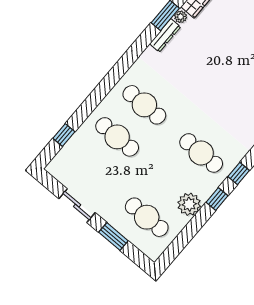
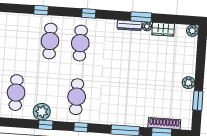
window: (118, 71) -> (89, 13), added
window: (64, 135) -> (41, 10), moved
window: (217, 199) -> (46, 125), moved

